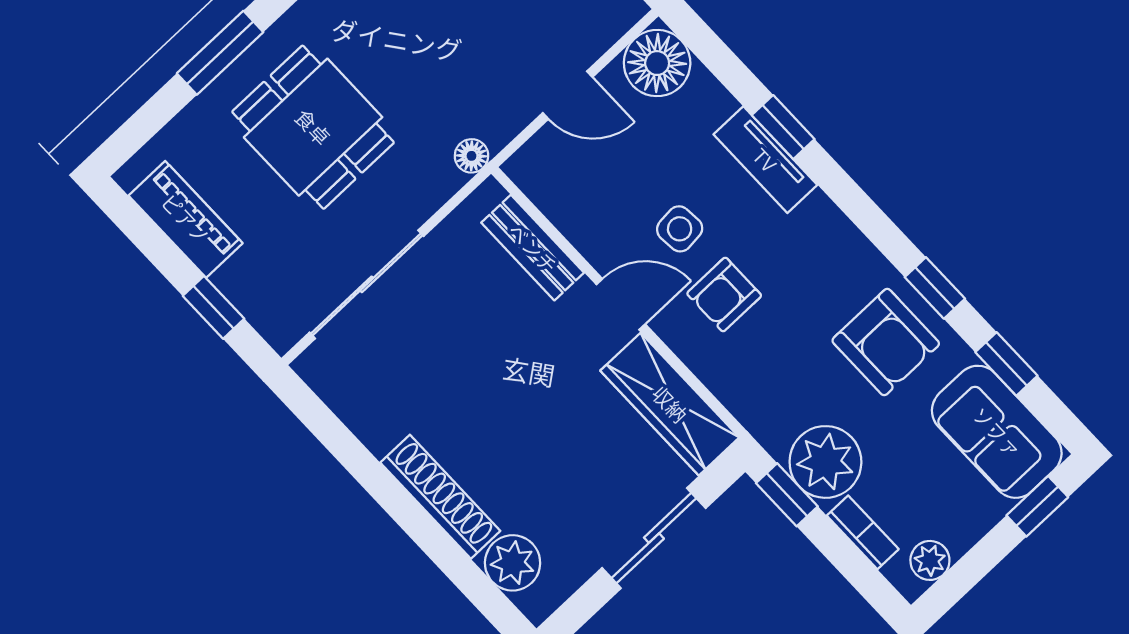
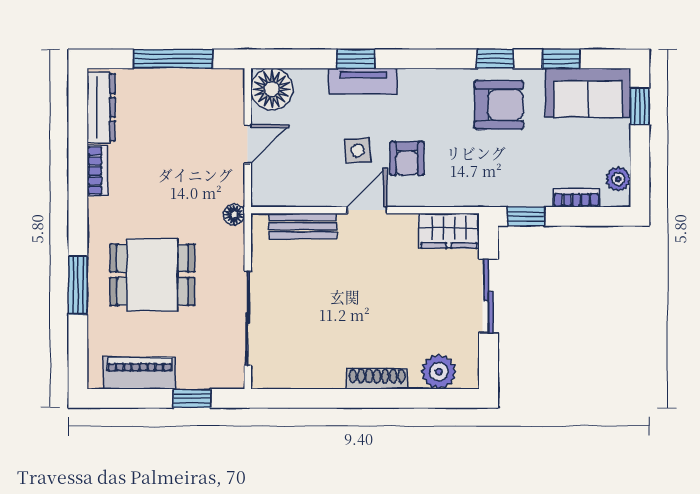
wardrobe: (670, 404) -> (449, 231), width x0.67
plant: (825, 462) -> (528, 184), removed
shoe rack: (440, 497) -> (377, 379), width x0.74, depth x0.81

